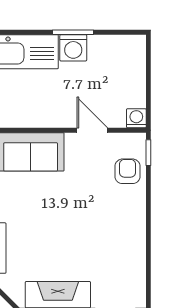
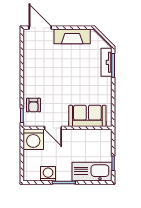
washing machine: (73, 48) -> (48, 174), moved
washing machine: (136, 118) -> (33, 139), width x1.89, depth x1.89

